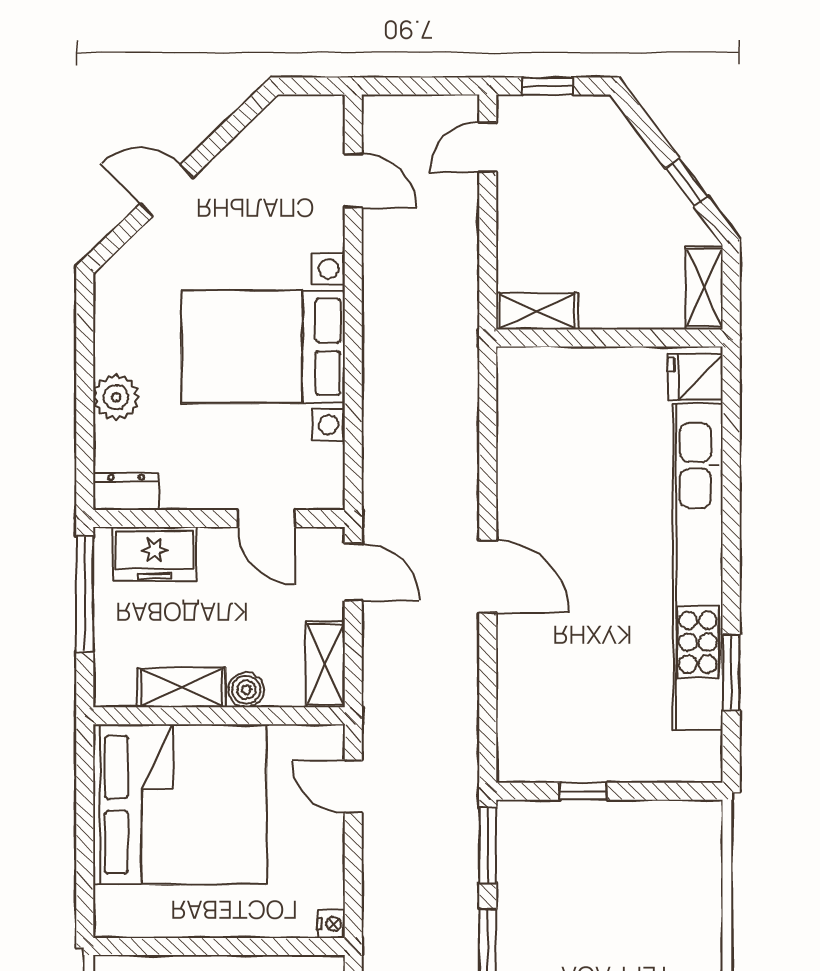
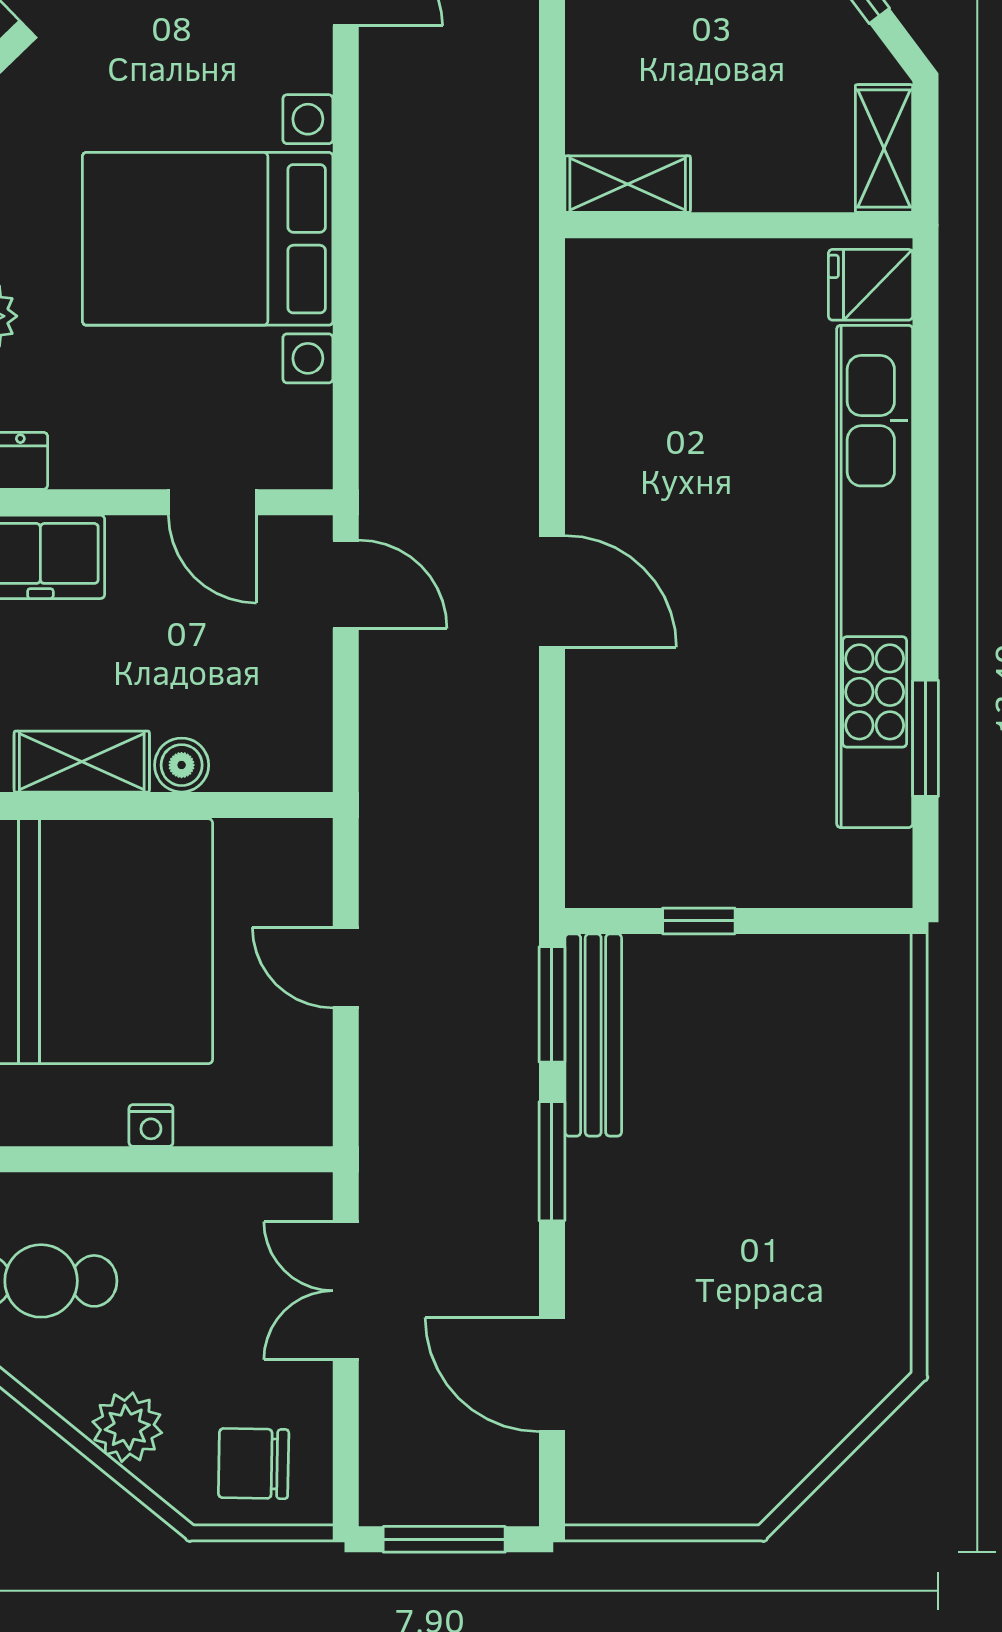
shelving: (325, 664) -> (303, 726), removed
door: (353, 787) -> (346, 968), moved
bench: (515, 866) -> (593, 1035), added
nightstand: (331, 924) -> (151, 1126), moved, turned 90

